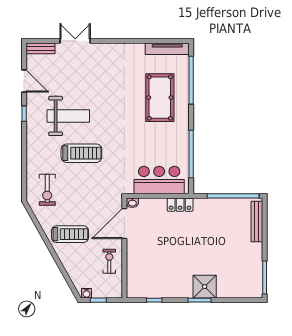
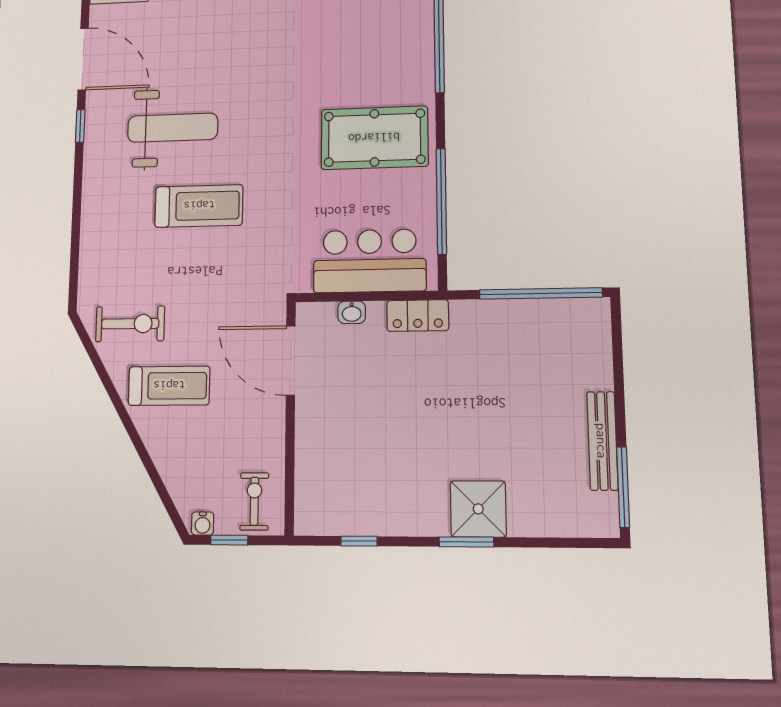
door: (24, 81) -> (83, 59), width x1.36
pool table: (160, 98) -> (374, 138), moved, turned 90
exercise bike: (47, 190) -> (130, 324), moved, turned -90
washbasin: (132, 203) -> (352, 312), moved
bench: (257, 222) -> (602, 441), moved
door: (124, 224) -> (291, 360), hinge flipped
exercise bike: (109, 261) -> (254, 501), moved

